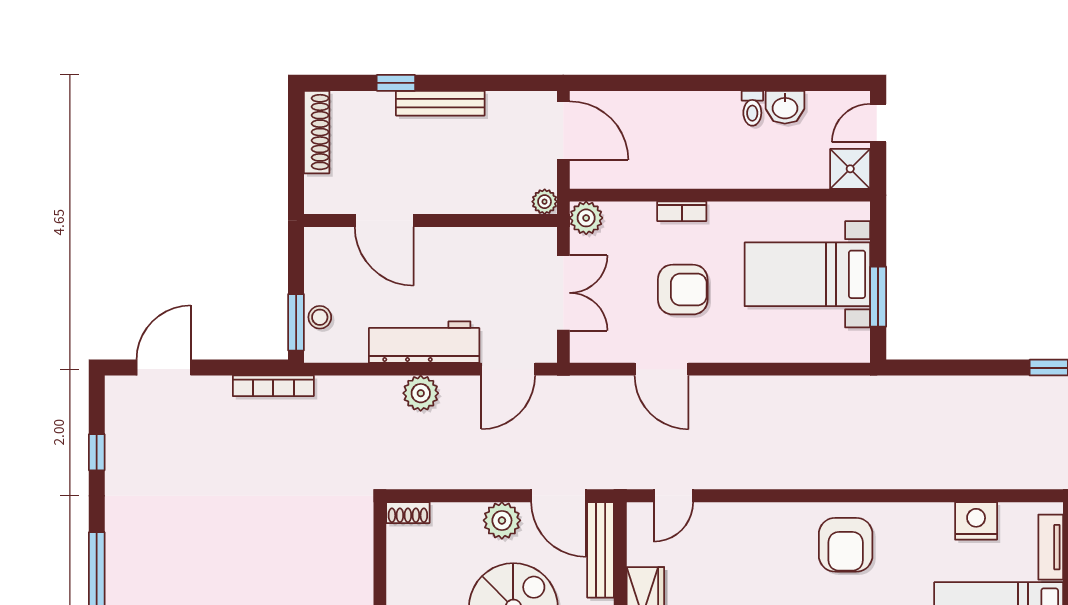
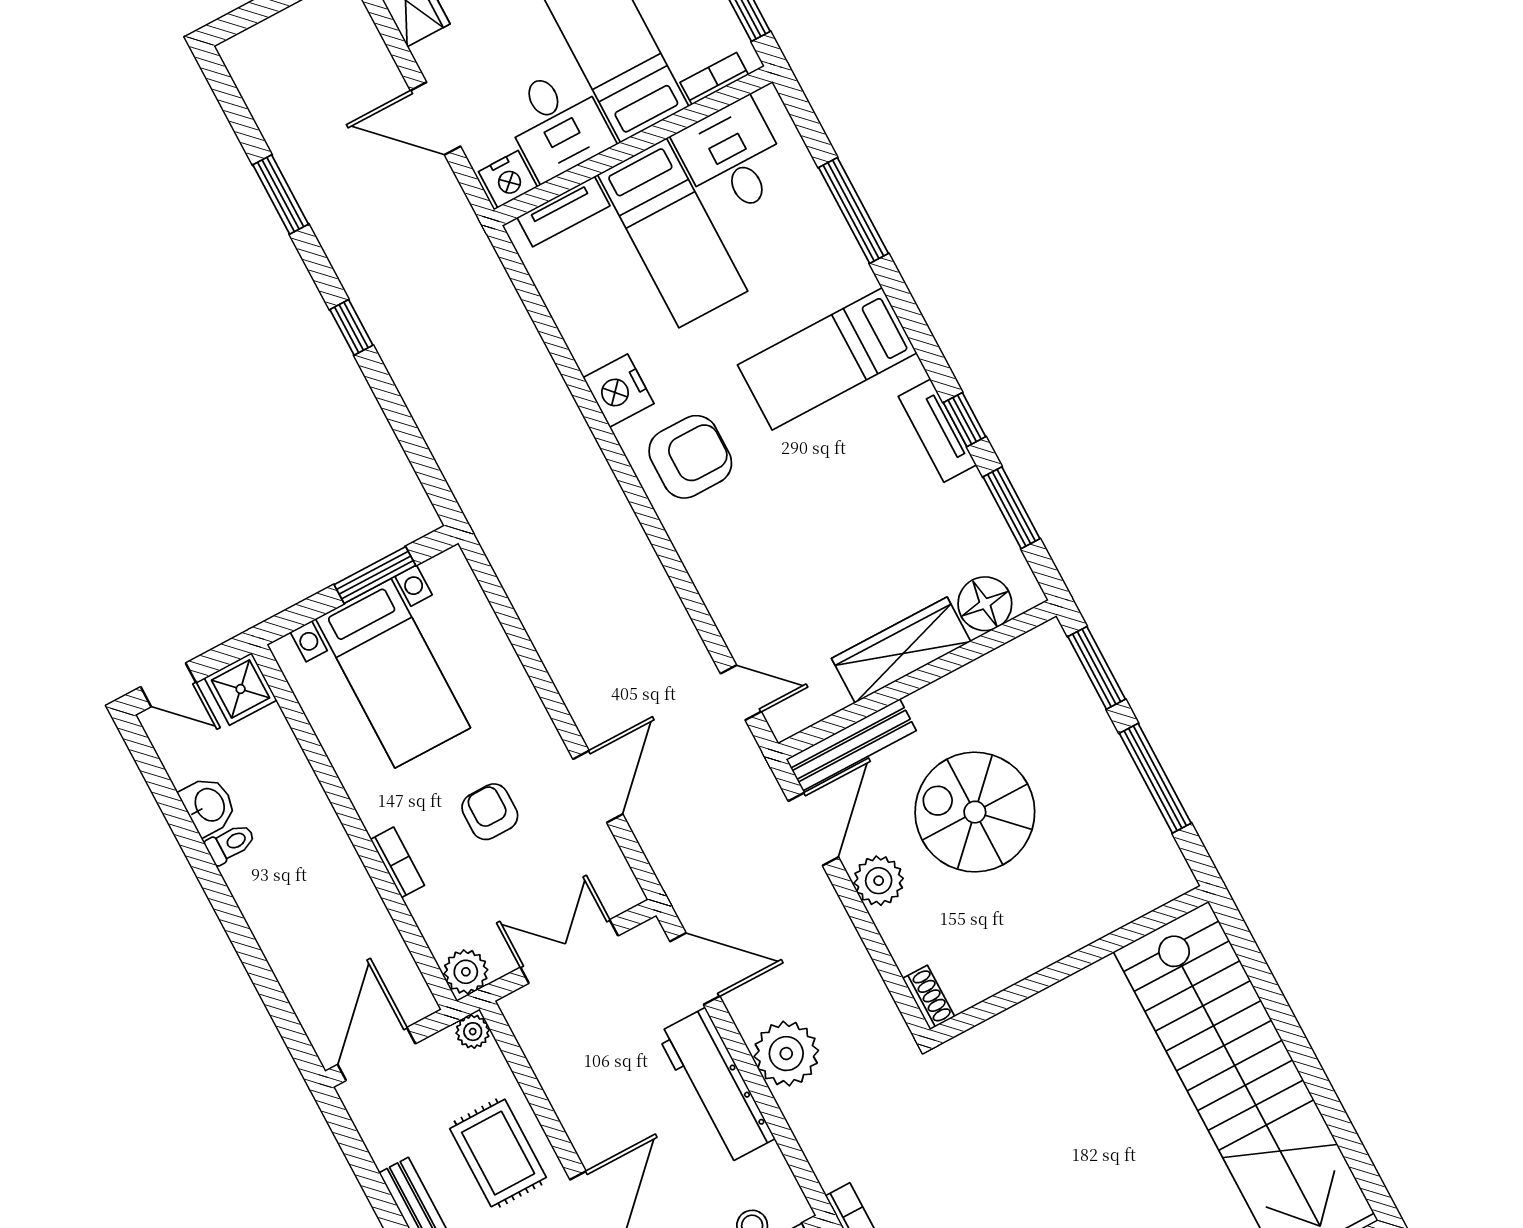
rug: (456, 176) -> (498, 1153), added
armchair: (683, 290) -> (490, 812), width x0.72, depth x0.72
plant: (421, 393) -> (786, 1054), width x1.36, depth x1.36
nightstand: (976, 521) -> (619, 391), moved

